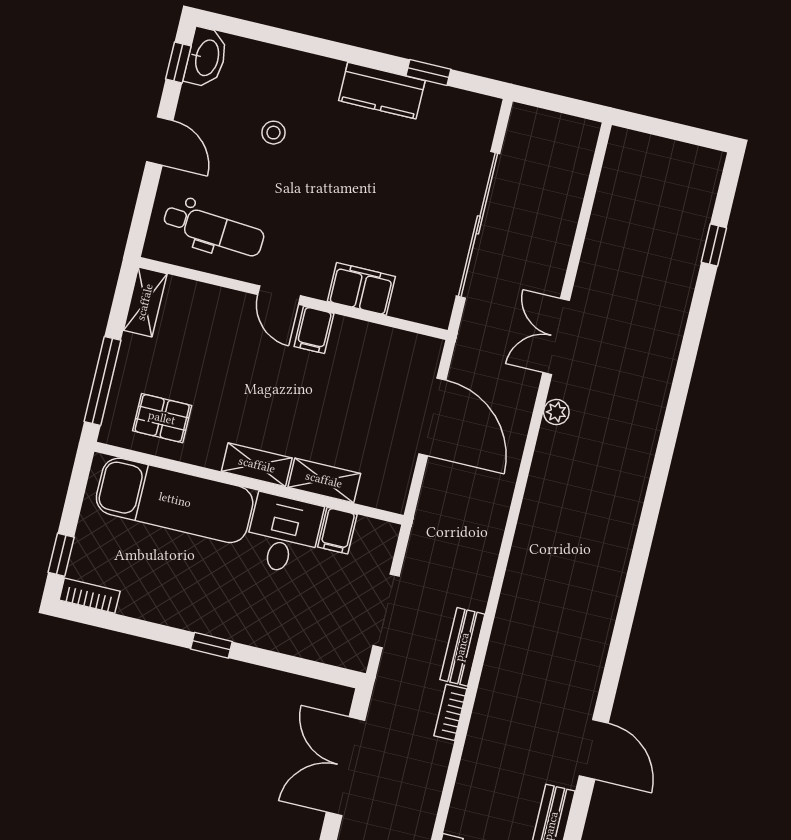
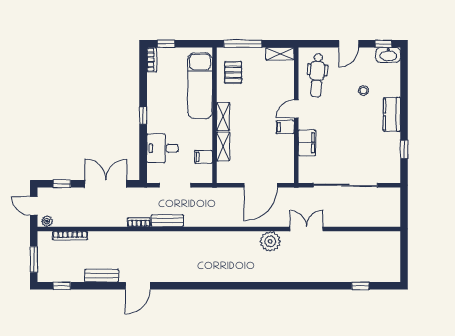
kitchen counter: (382, 91) -> (392, 114), moved
plant: (556, 412) -> (270, 241), width x1.87, depth x1.87
desk: (283, 534) -> (162, 148), moved, turned 180

